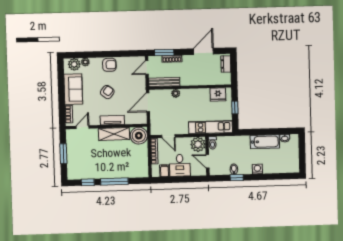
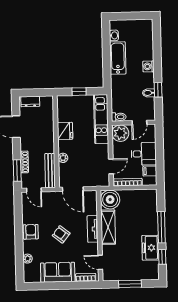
plant: (74, 64) -> (30, 271), removed
fridge: (218, 95) -> (65, 131), moved
freezer: (96, 172) -> (150, 248), added

